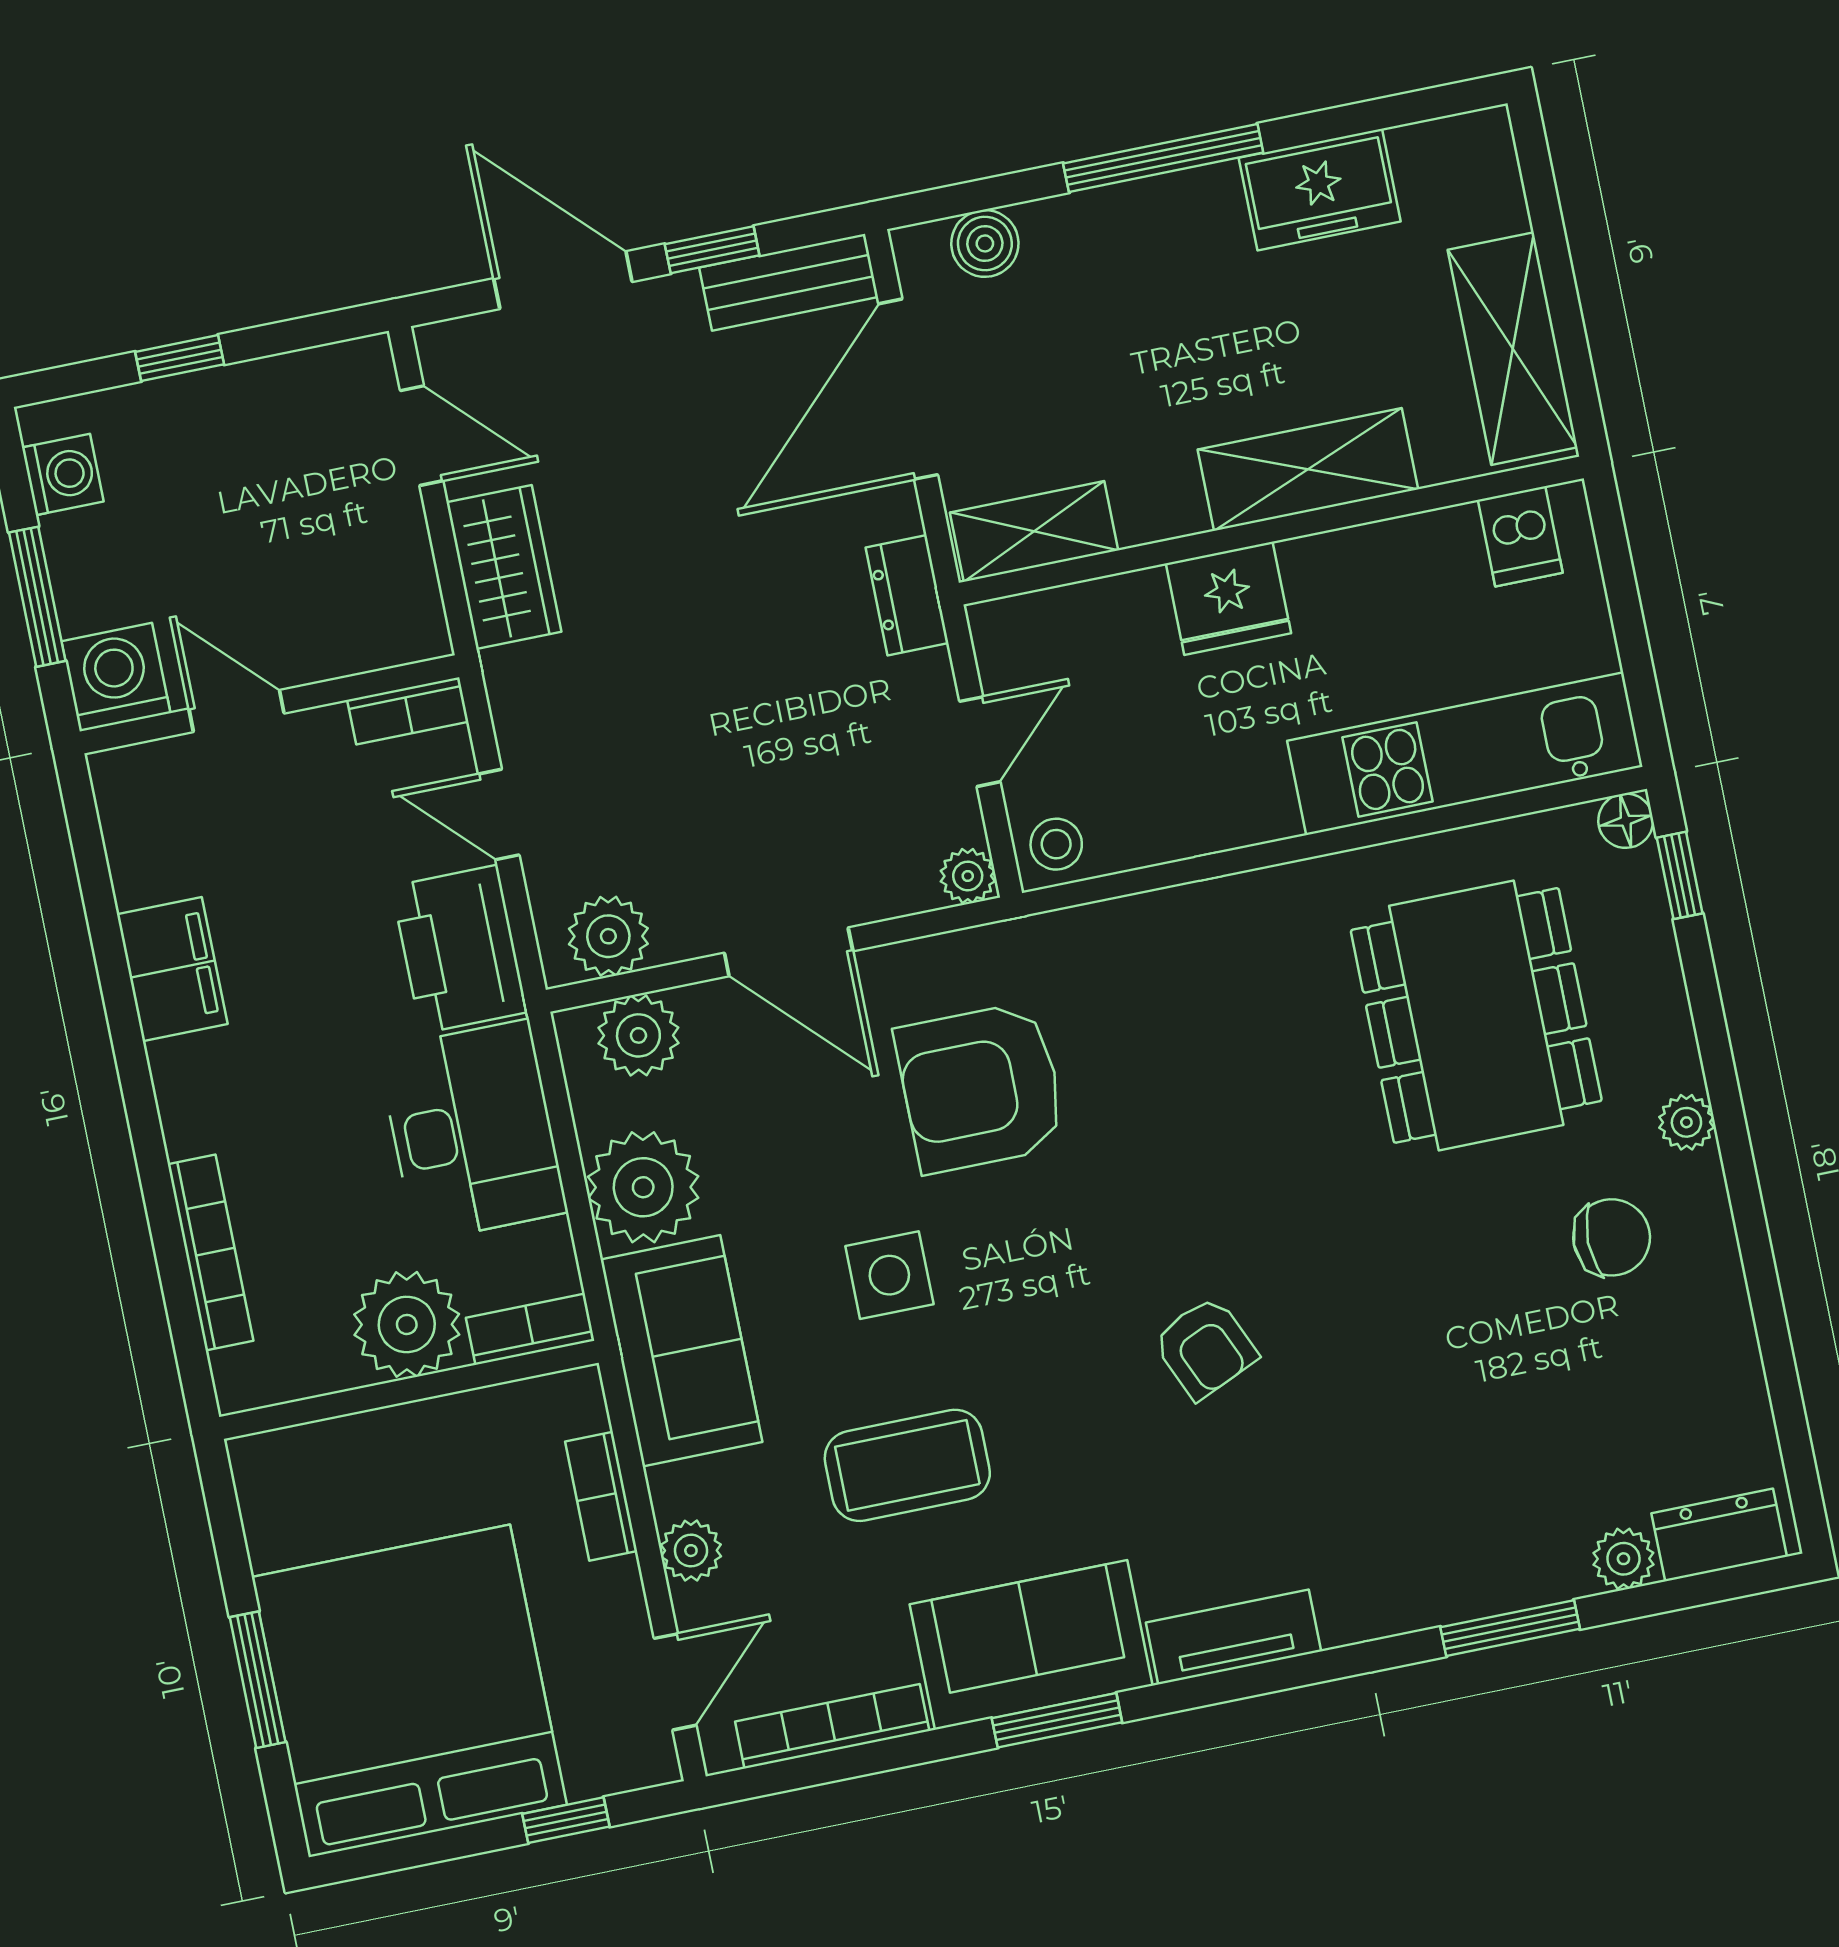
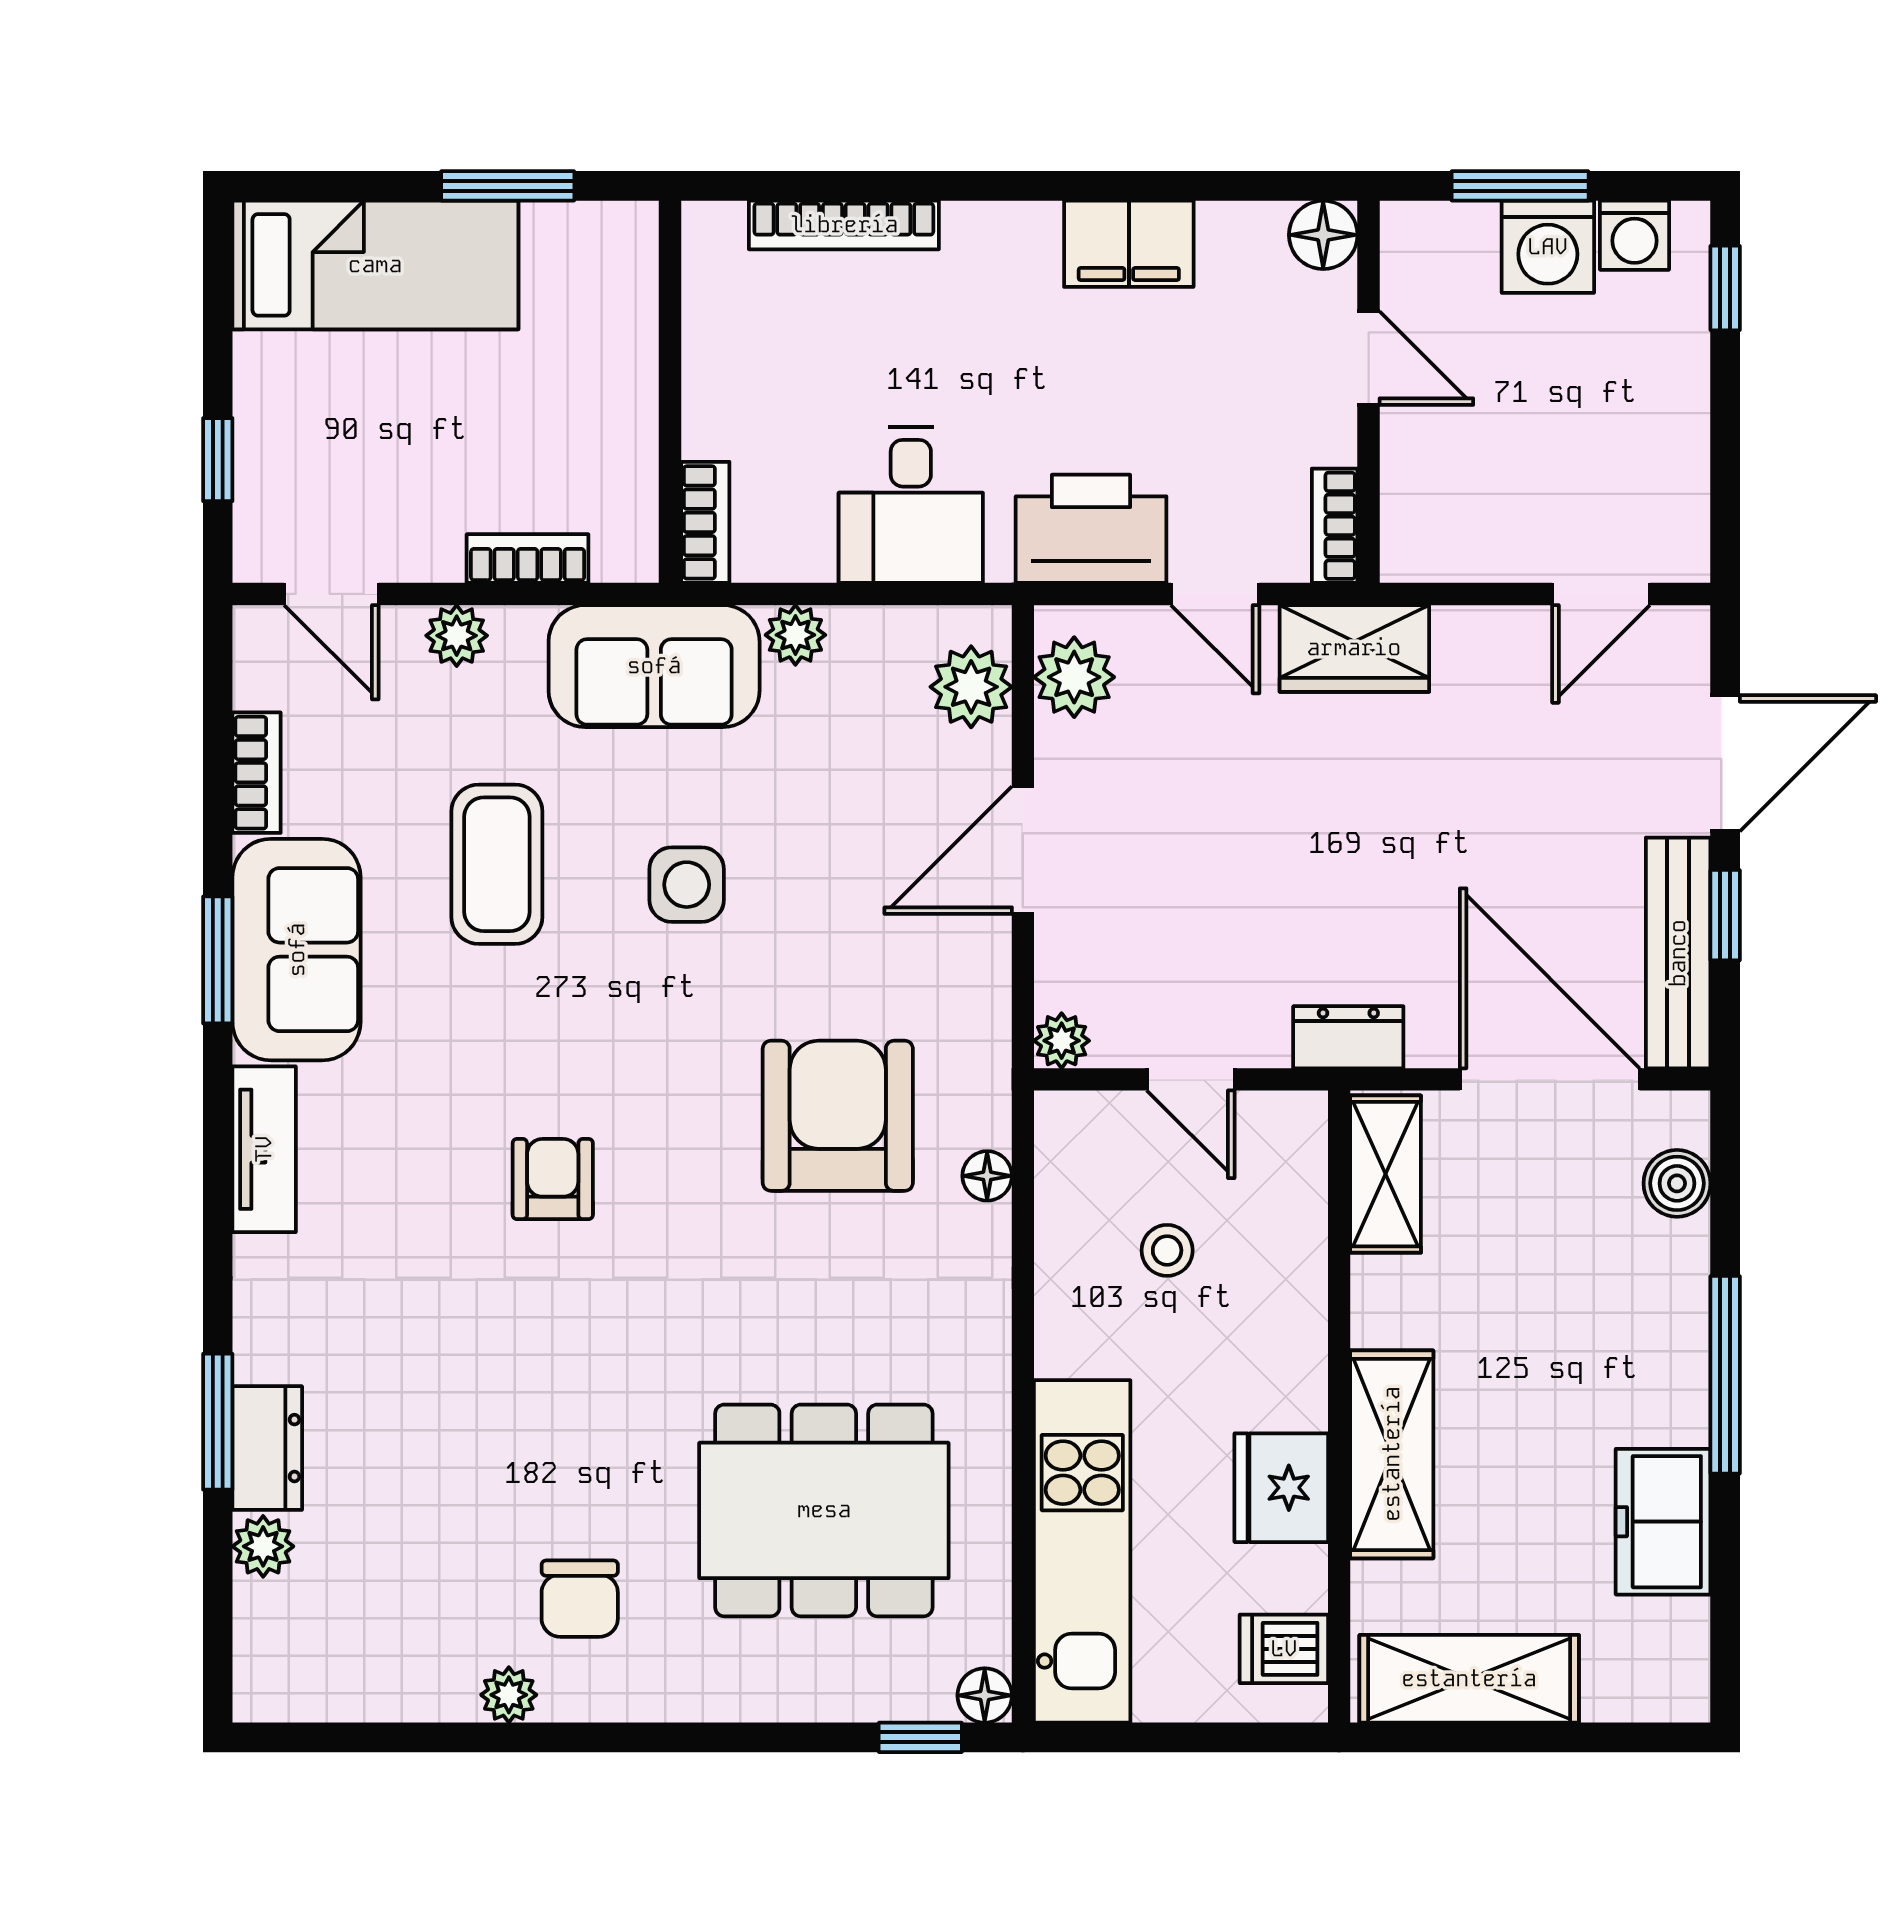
bench: (789, 282) -> (1678, 953), width x1.36
window: (180, 358) -> (1725, 288), moved
wardrobe: (504, 567) -> (1354, 648), moved
fridge: (1228, 598) -> (1281, 1488), moved
washing machine: (116, 677) -> (1548, 247), moved, turned 90
door: (237, 711) -> (1369, 358), hinge flipped
floor lamp: (125, 780) -> (1323, 235), added
door: (499, 814) -> (1215, 594), swing flipped
stool: (1056, 844) -> (1167, 1250), moved
floor lamp: (1115, 922) -> (987, 1176), added
armchair: (981, 1087) -> (838, 1116), moved
plant: (1686, 1122) -> (509, 1695), moved
desk: (472, 1131) -> (911, 505), width x0.73
plant: (643, 1187) -> (795, 635), width x0.53, depth x0.53
plant: (407, 1324) -> (734, 403), removed
armchair: (1205, 1348) -> (553, 1179), turned 114
dresser: (1719, 1535) -> (267, 1448), moved
window: (258, 1680) -> (508, 186), moved
bed: (409, 1691) -> (375, 265), width x0.49
bookcase: (832, 1726) -> (257, 773), width x0.64

